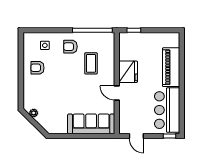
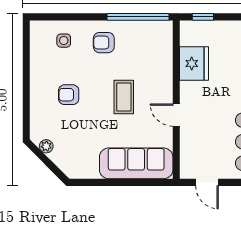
coffee table: (91, 63) -> (124, 97), moved
armchair: (38, 68) -> (69, 95), moved
fridge: (128, 72) -> (194, 63), moved

